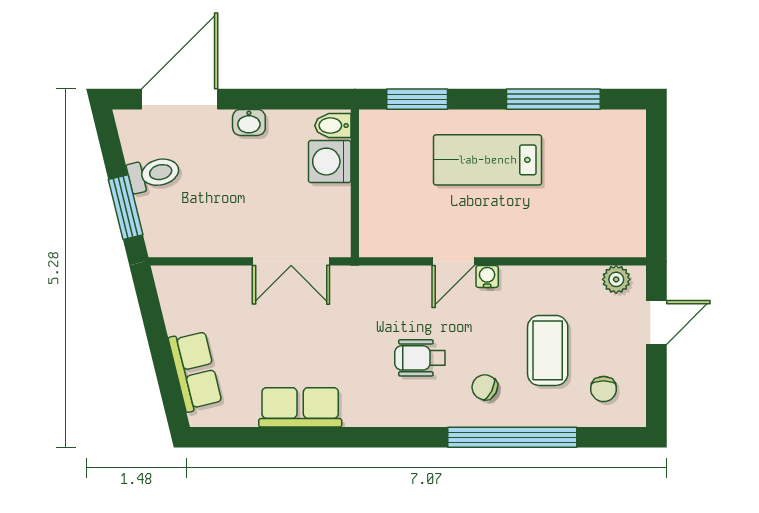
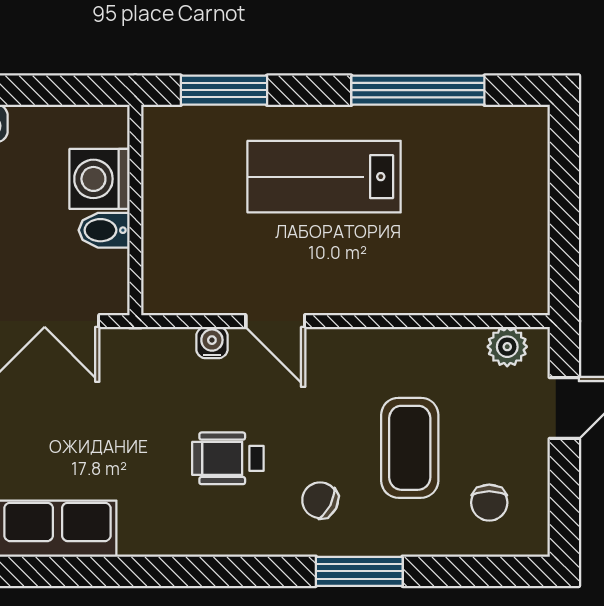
bidet: (333, 126) -> (104, 230), moved
door: (453, 261) -> (275, 321), hinge flipped
water cooler: (487, 276) -> (212, 343), moved
window: (512, 437) -> (359, 571), width x0.47

